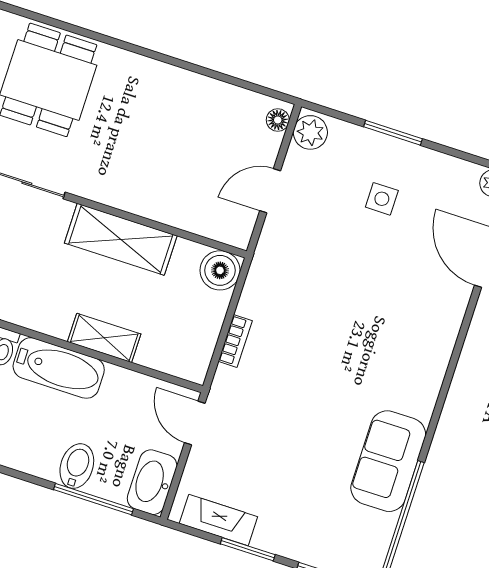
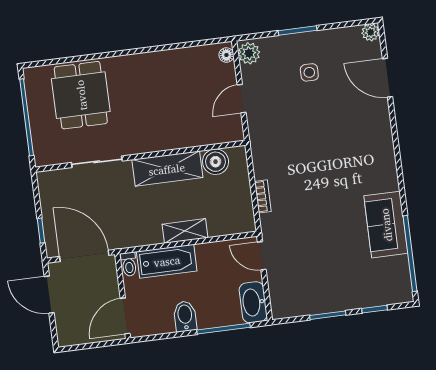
boiler: (220, 270) -> (216, 162), moved
bidet: (77, 466) -> (185, 316), moved
fireplace: (218, 520) -> (303, 306), removed

